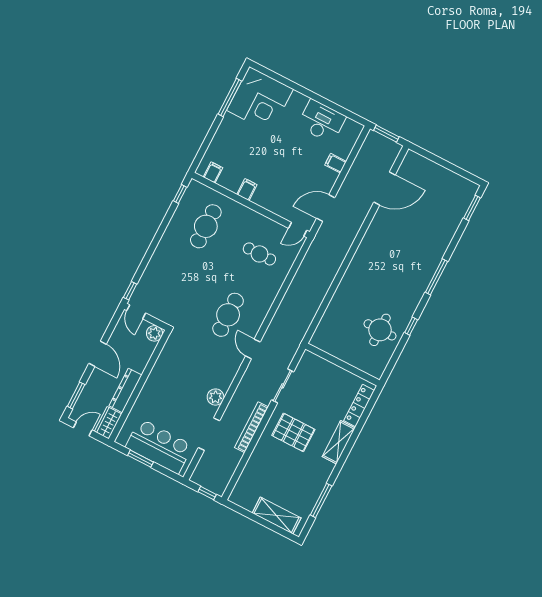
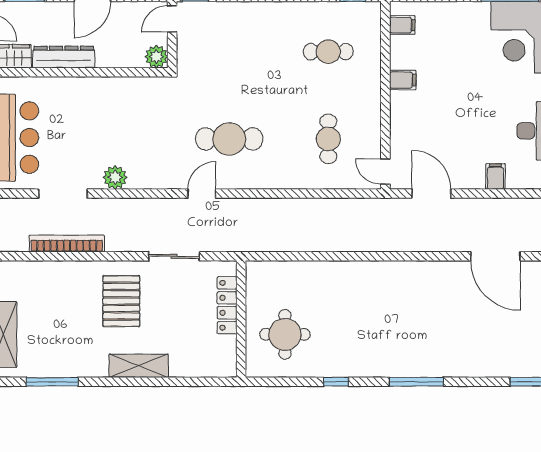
cafe table: (206, 226) -> (328, 52), width x0.73, depth x0.74
round table: (380, 330) -> (285, 334), moved
locker: (359, 405) -> (227, 305), moved, turned -90
bookcase: (251, 427) -> (67, 244), moved

